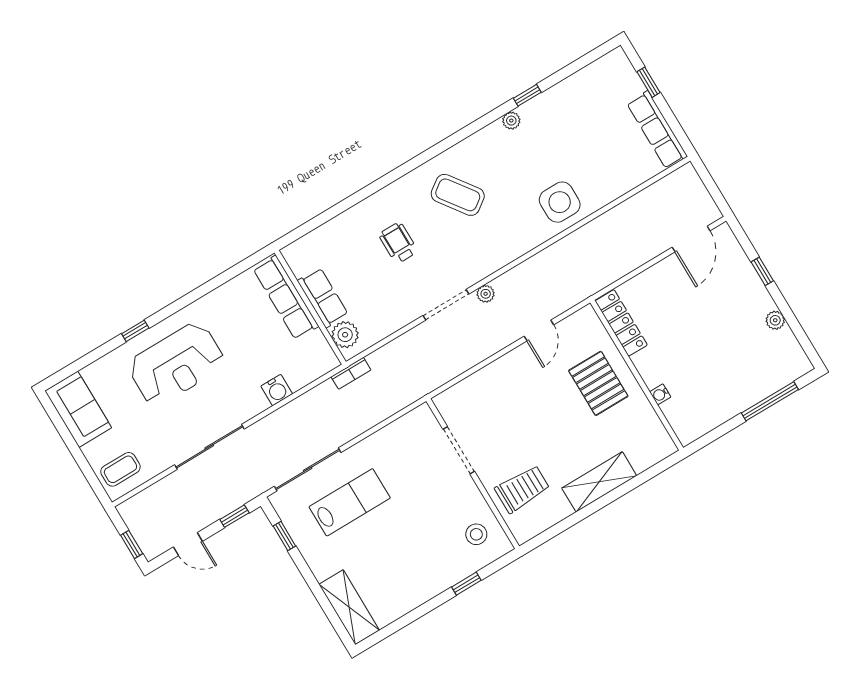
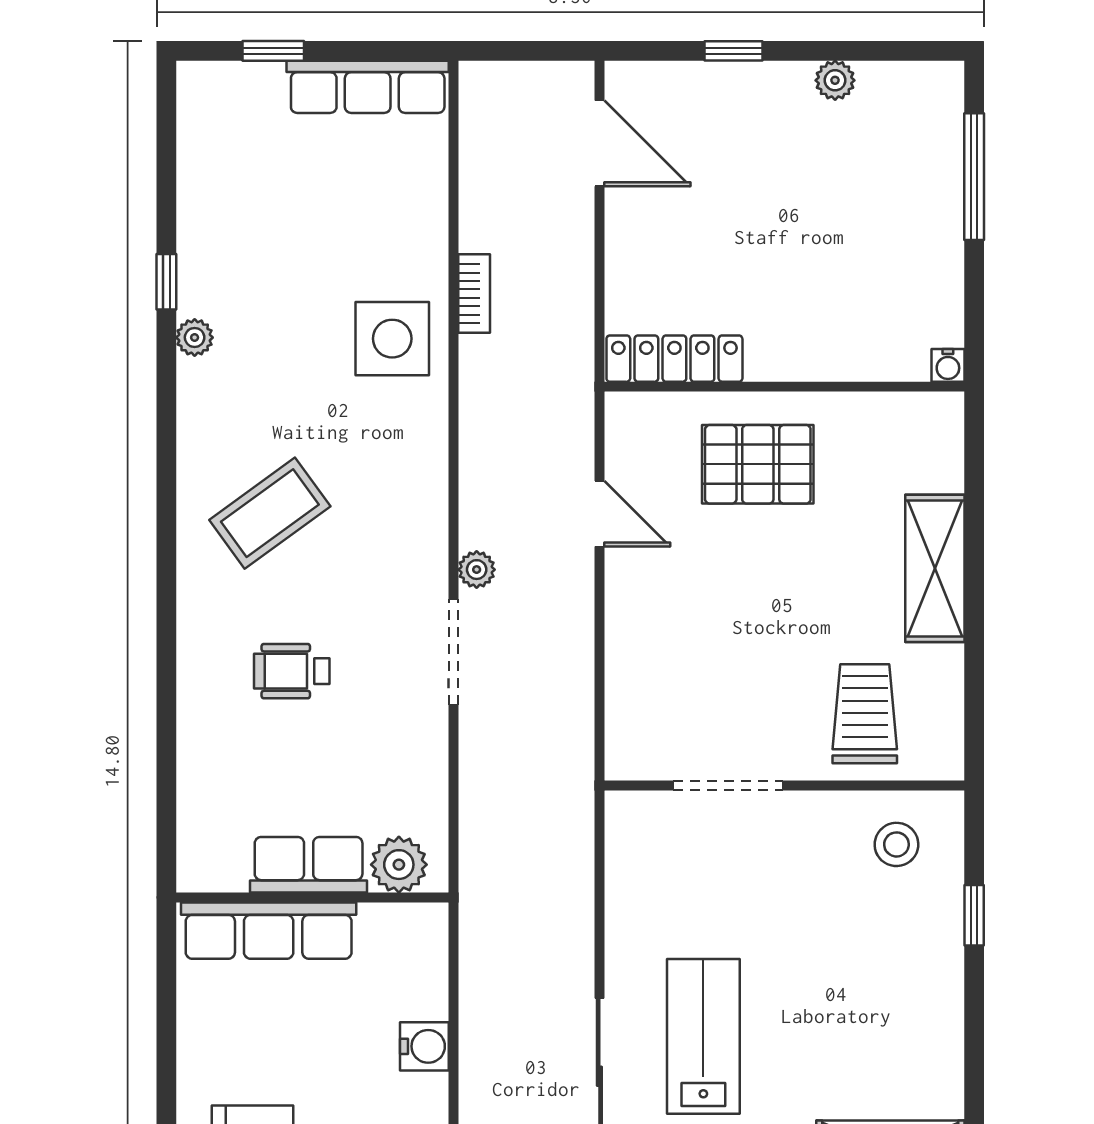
bookcase: (351, 373) -> (474, 294), moved
water cooler: (660, 394) -> (948, 365), moved

